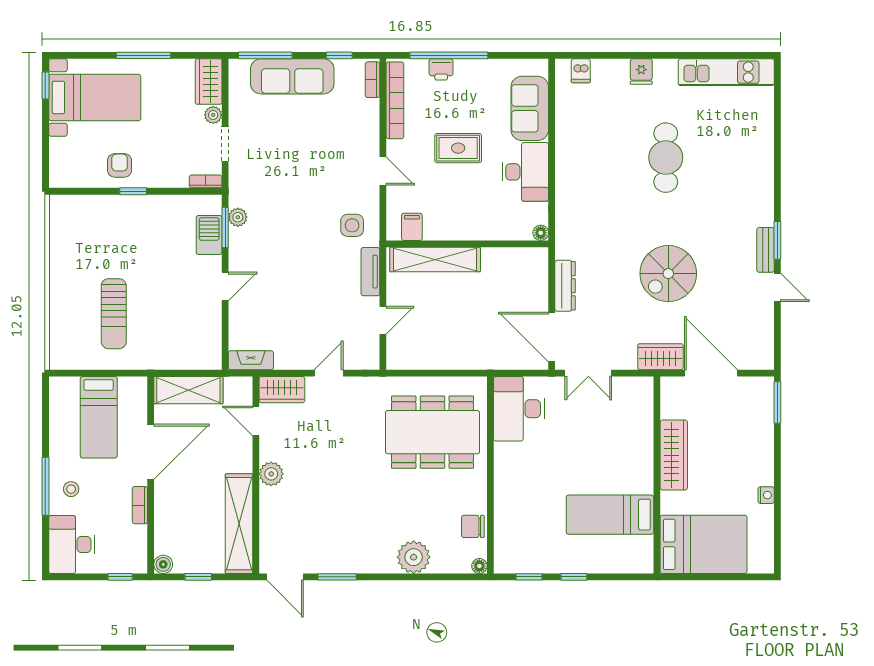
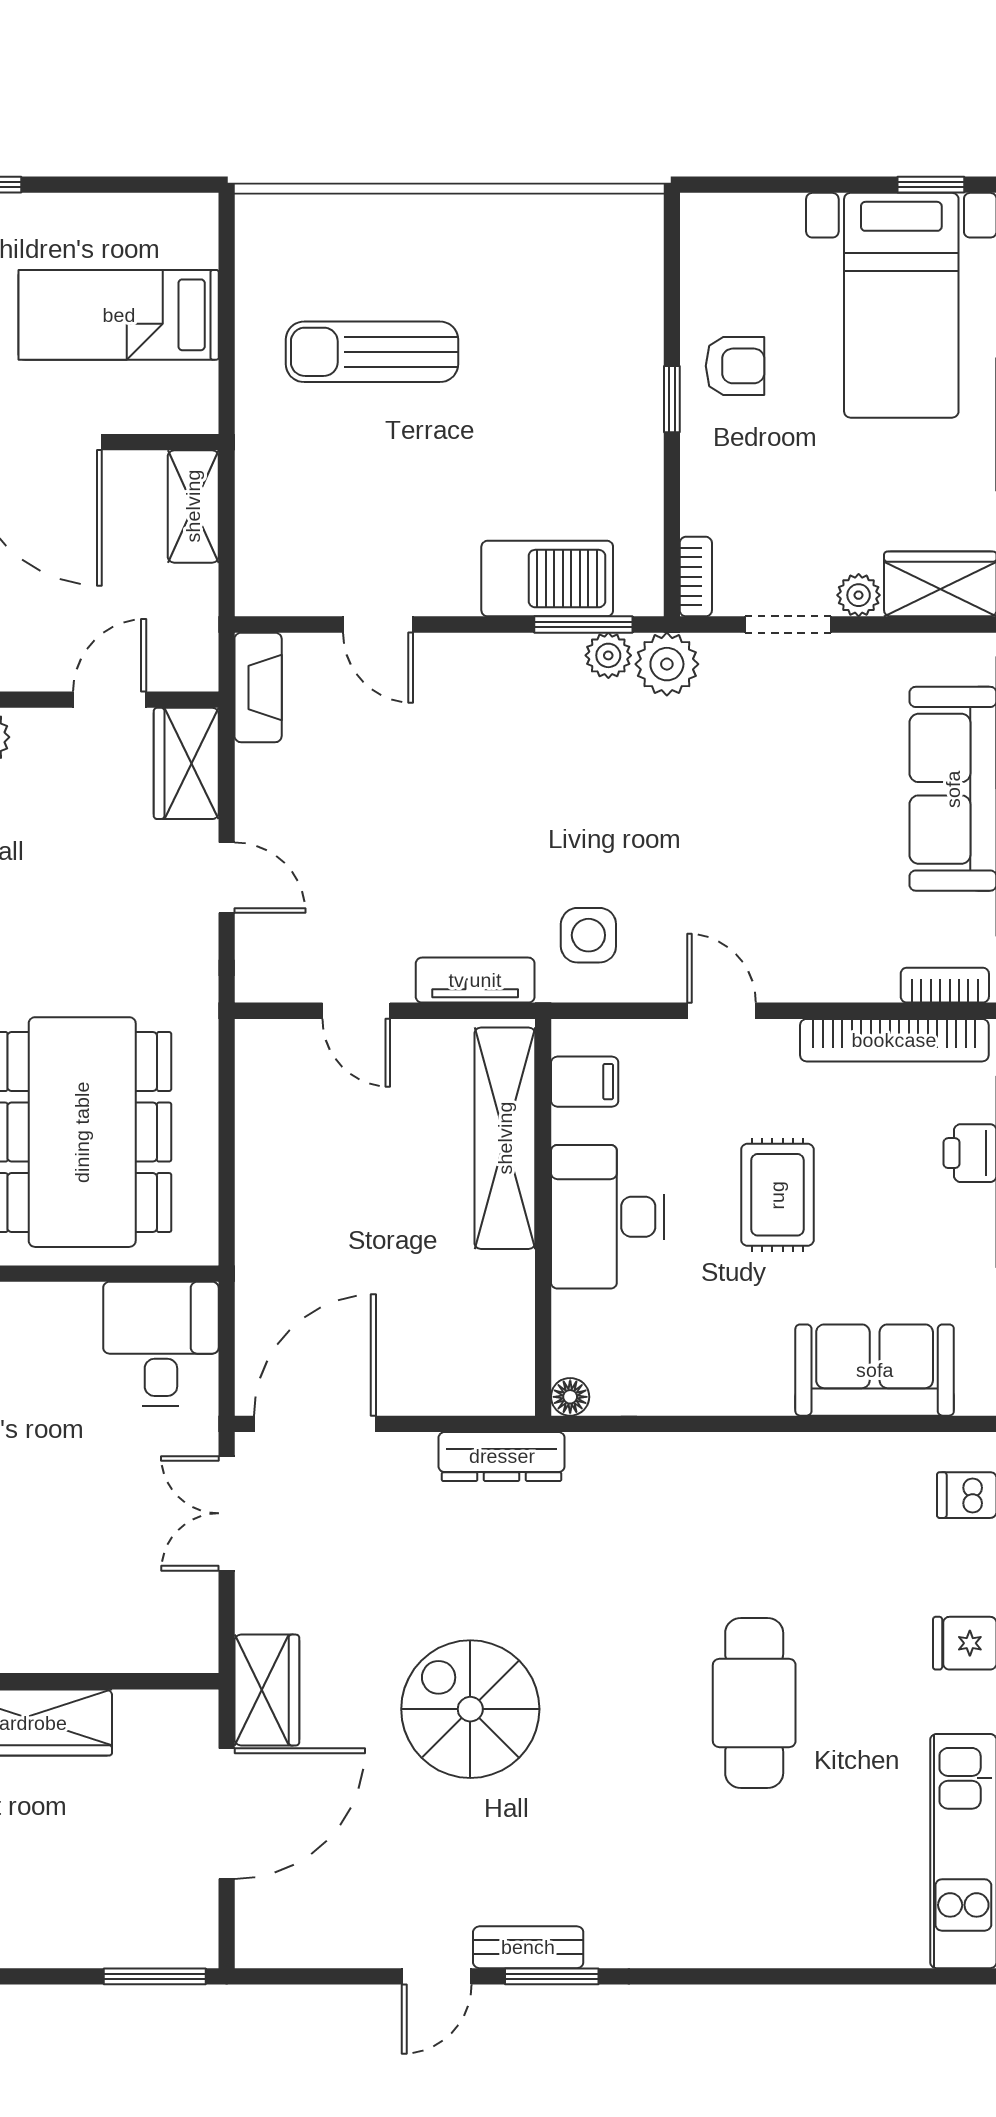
cafe table: (666, 158) -> (754, 1703), turned 90
door: (383, 171) -> (722, 1011), swing flipped
desk: (525, 172) -> (608, 1217), moved, turned 90
plant: (241, 193) -> (667, 664), added
barbecue: (209, 235) -> (547, 579), width x1.37, depth x1.21
dresser: (565, 286) -> (502, 1456), moved
door: (225, 287) -> (378, 625), moved
shelving: (188, 390) -> (193, 506), width x0.67, depth x0.75
desk: (519, 409) -> (161, 1344), width x0.73

